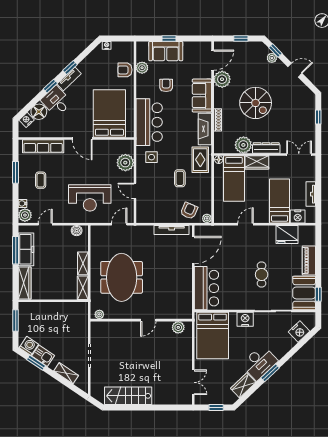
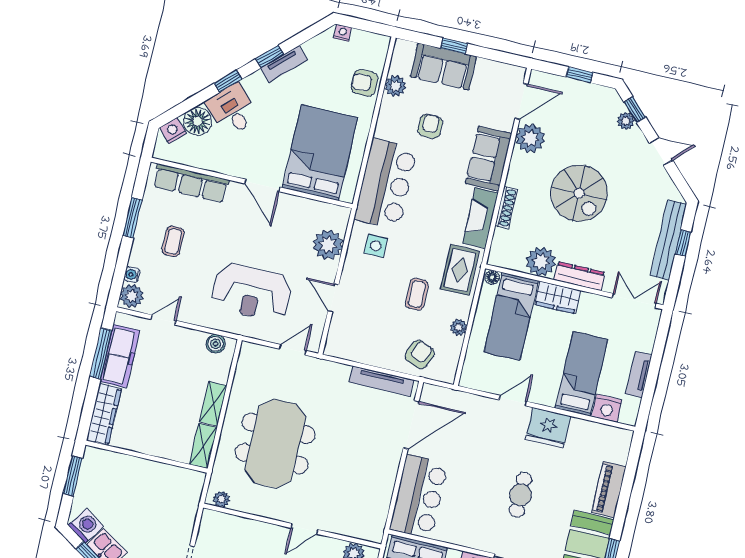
tv unit: (69, 79) -> (284, 64), moved
bench: (310, 117) -> (668, 240), added
plant: (207, 218) -> (459, 327), moved
fridge: (287, 234) -> (548, 428), moved

